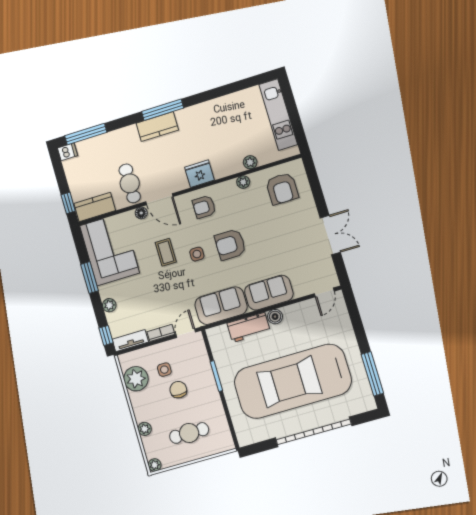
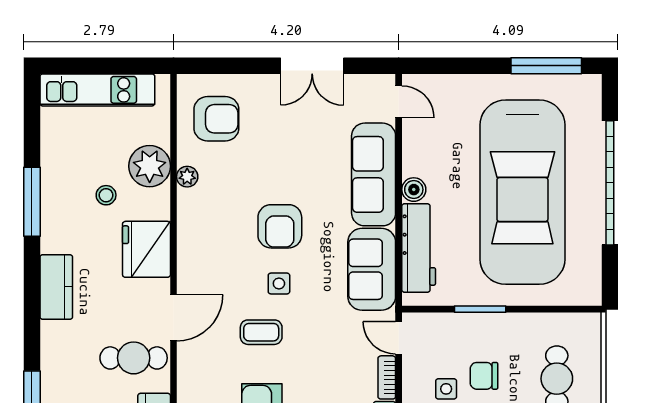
window: (163, 110) -> (32, 202), moved
stool: (218, 139) -> (106, 195), added
plant: (250, 162) -> (150, 166), width x1.87, depth x1.87
fridge: (199, 174) -> (146, 249), width x1.36, depth x1.34
armchair: (204, 207) -> (208, 250), removed
floor lamp: (141, 213) -> (187, 353), removed
double door: (330, 235) -> (312, 66), swing flipped
sofa: (269, 293) -> (374, 174), width x1.36
workbench: (249, 327) -> (419, 248), width x1.38

